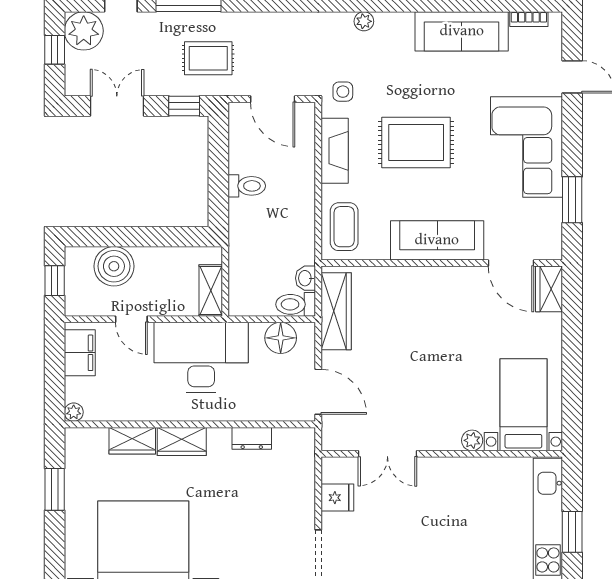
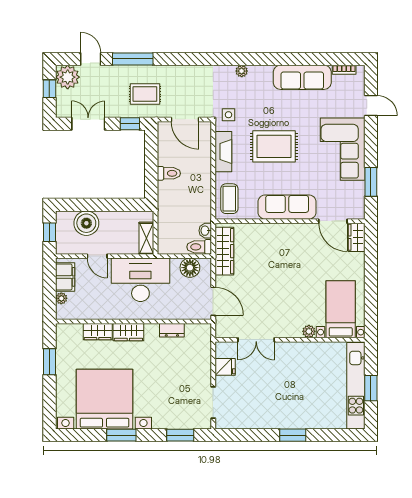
plant: (74, 412) -> (61, 298), moved

